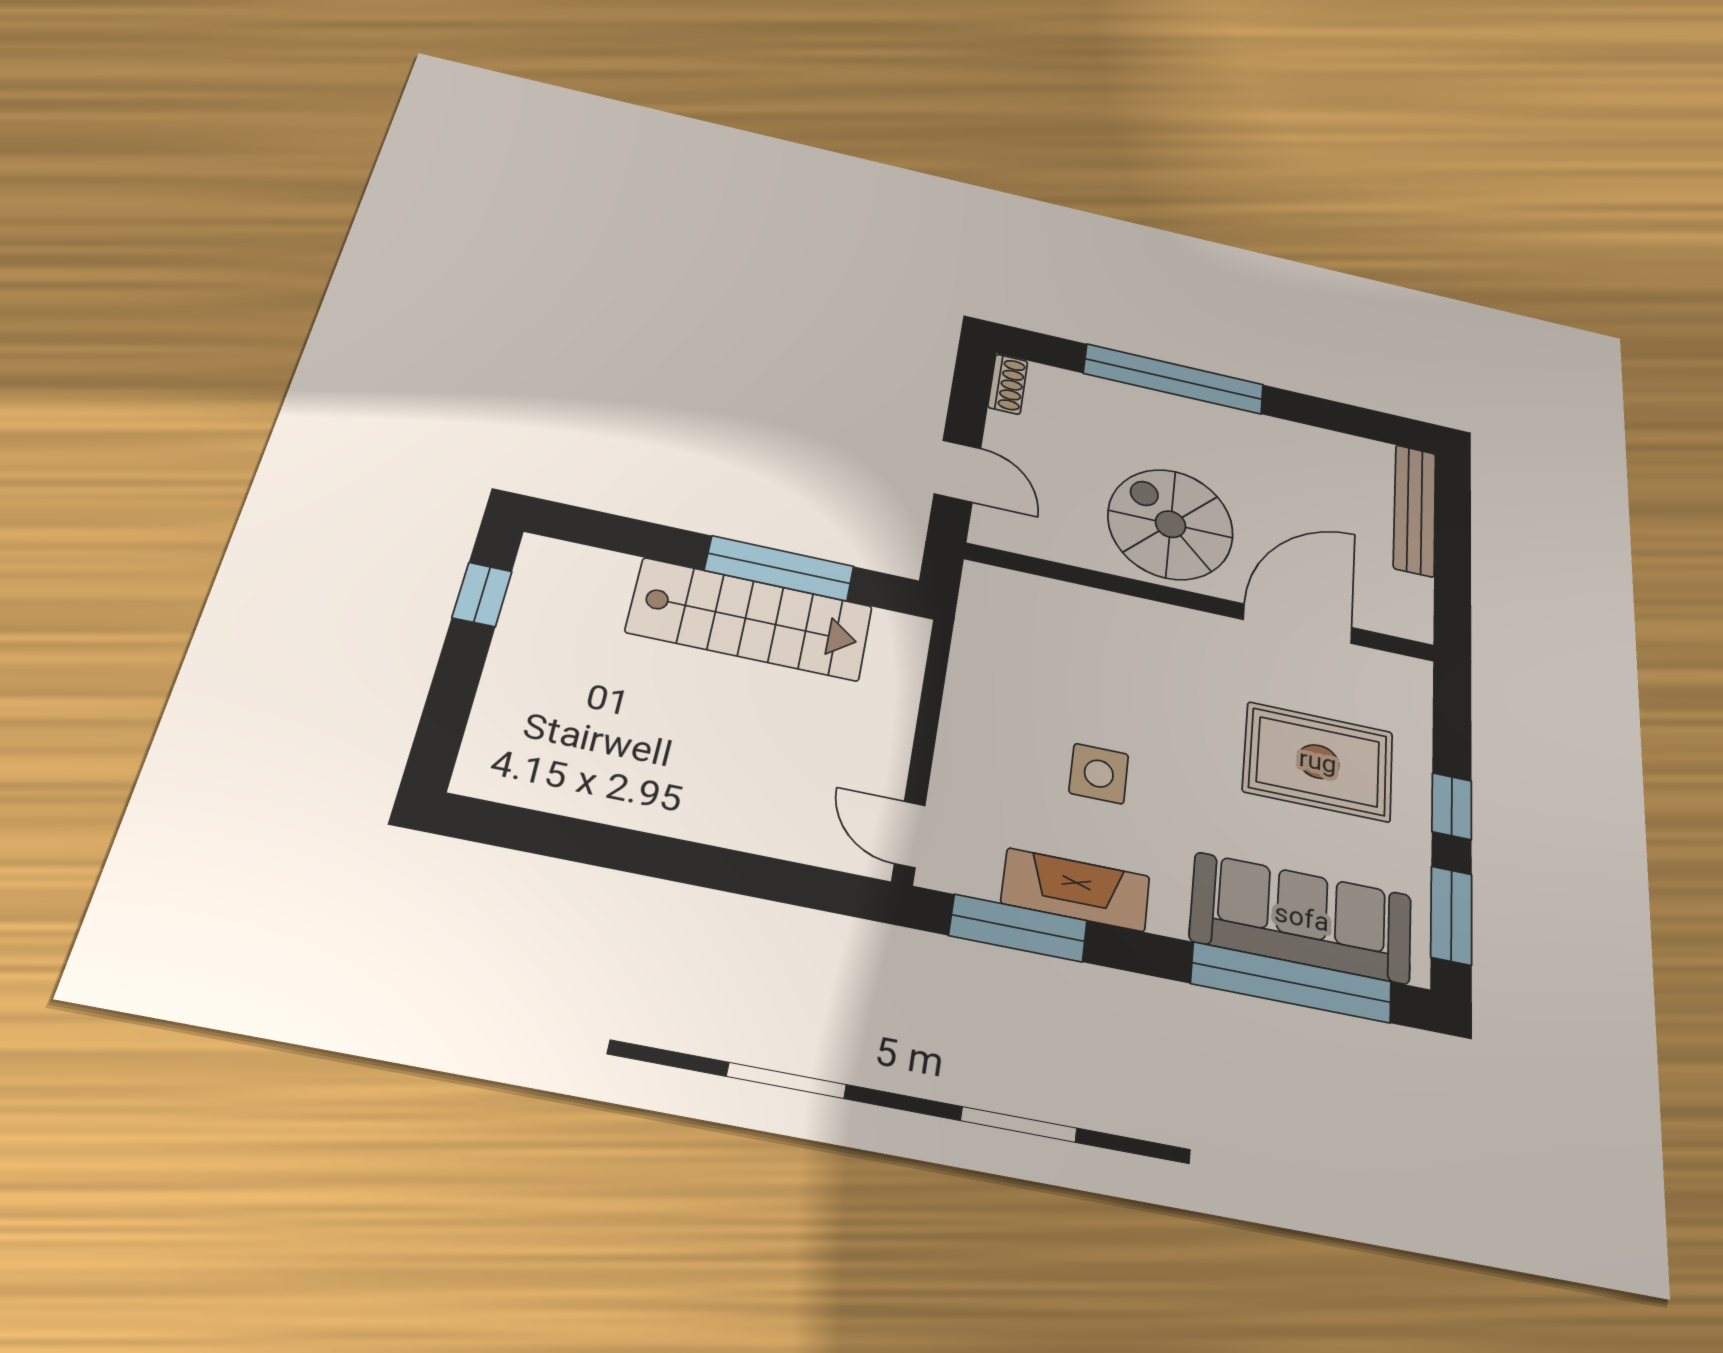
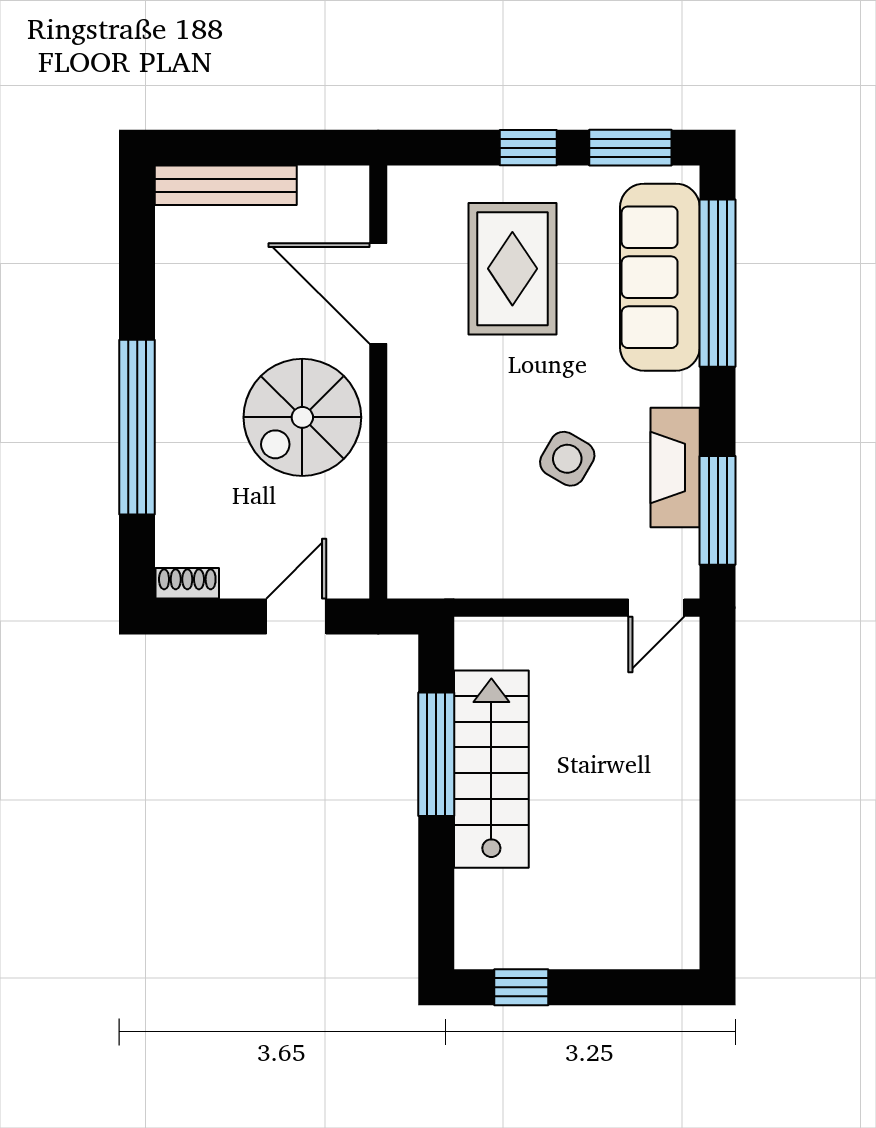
side table: (1099, 774) -> (567, 459), turned 30

